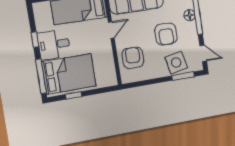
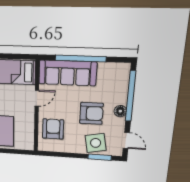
floor lamp: (190, 15) -> (120, 111), moved
armchair: (166, 34) -> (91, 113), turned -90

